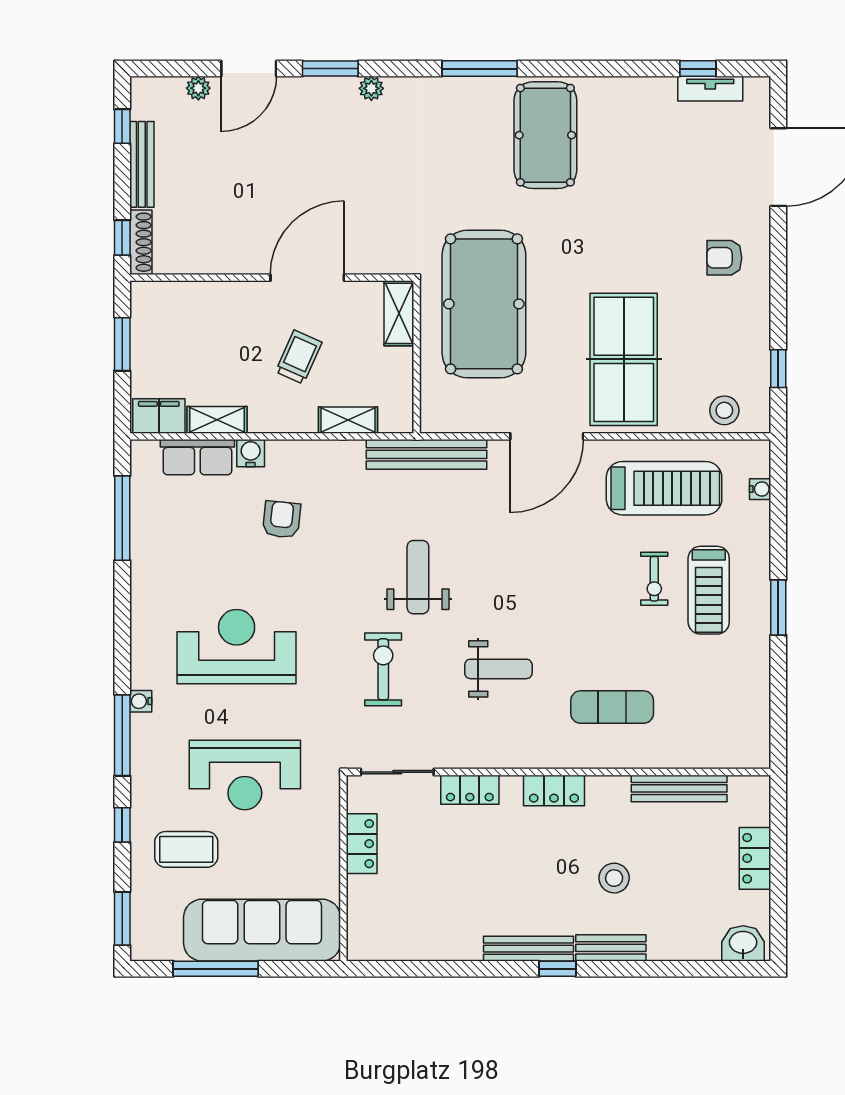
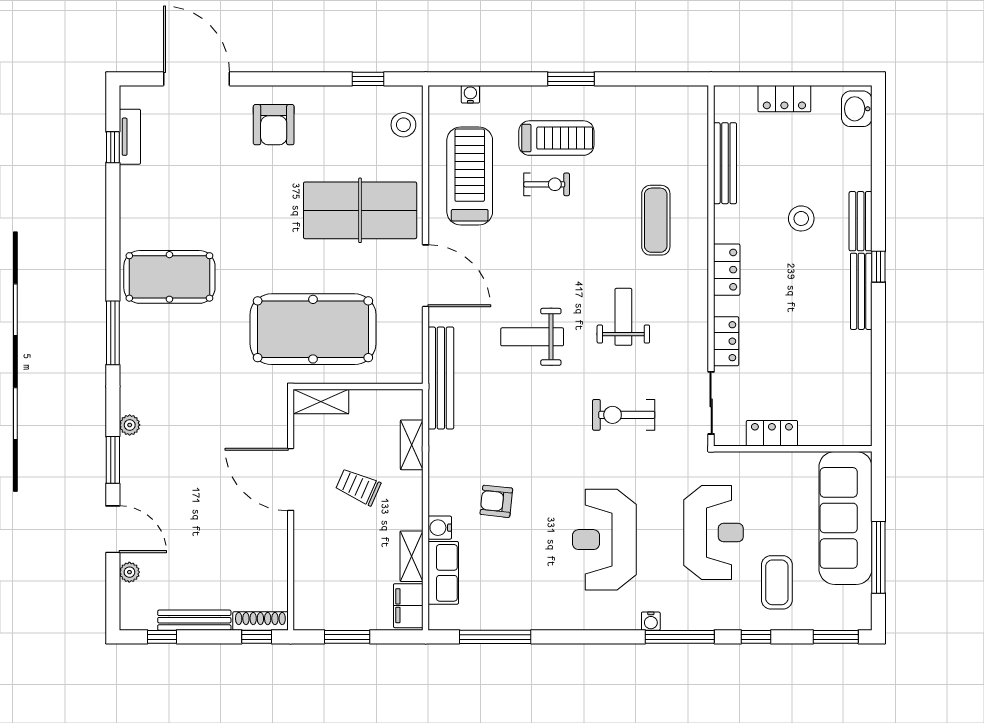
armchair: (724, 258) -> (274, 125), width x1.38, depth x1.38
weight bench: (418, 577) -> (532, 337), moved

